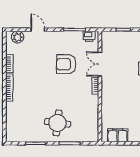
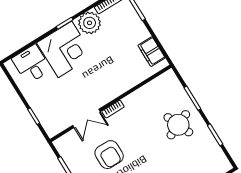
printer: (89, 36) -> (64, 148), removed
round table: (57, 123) -> (178, 125), turned -30

